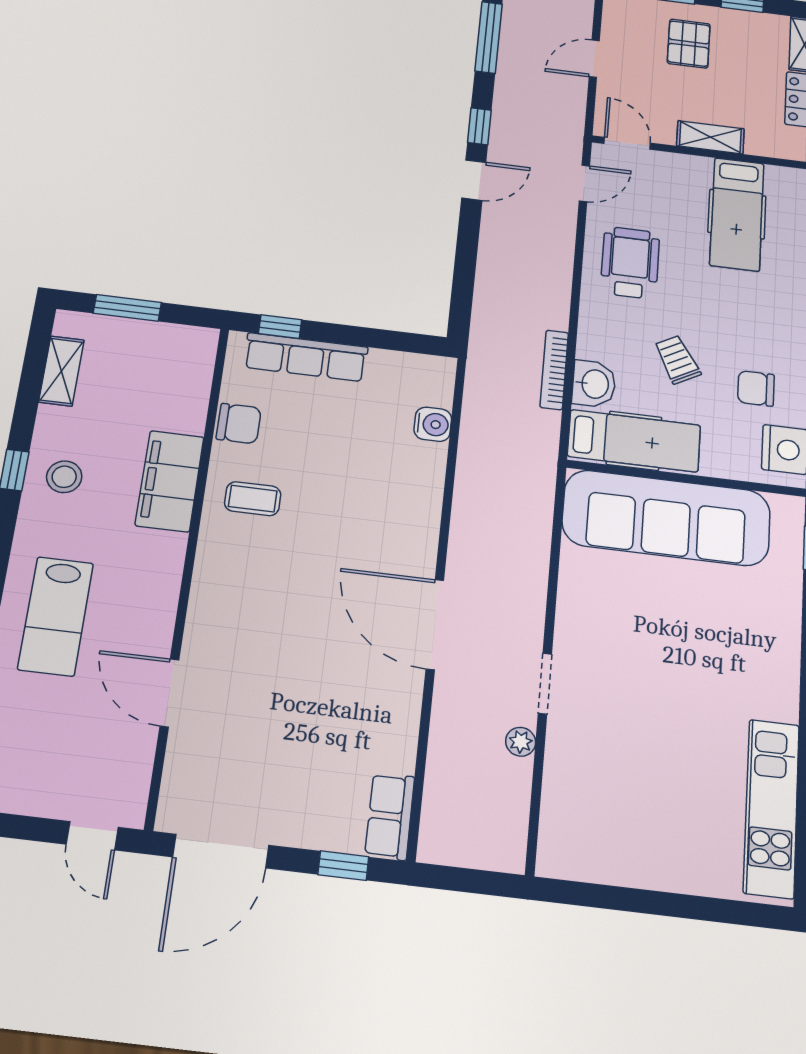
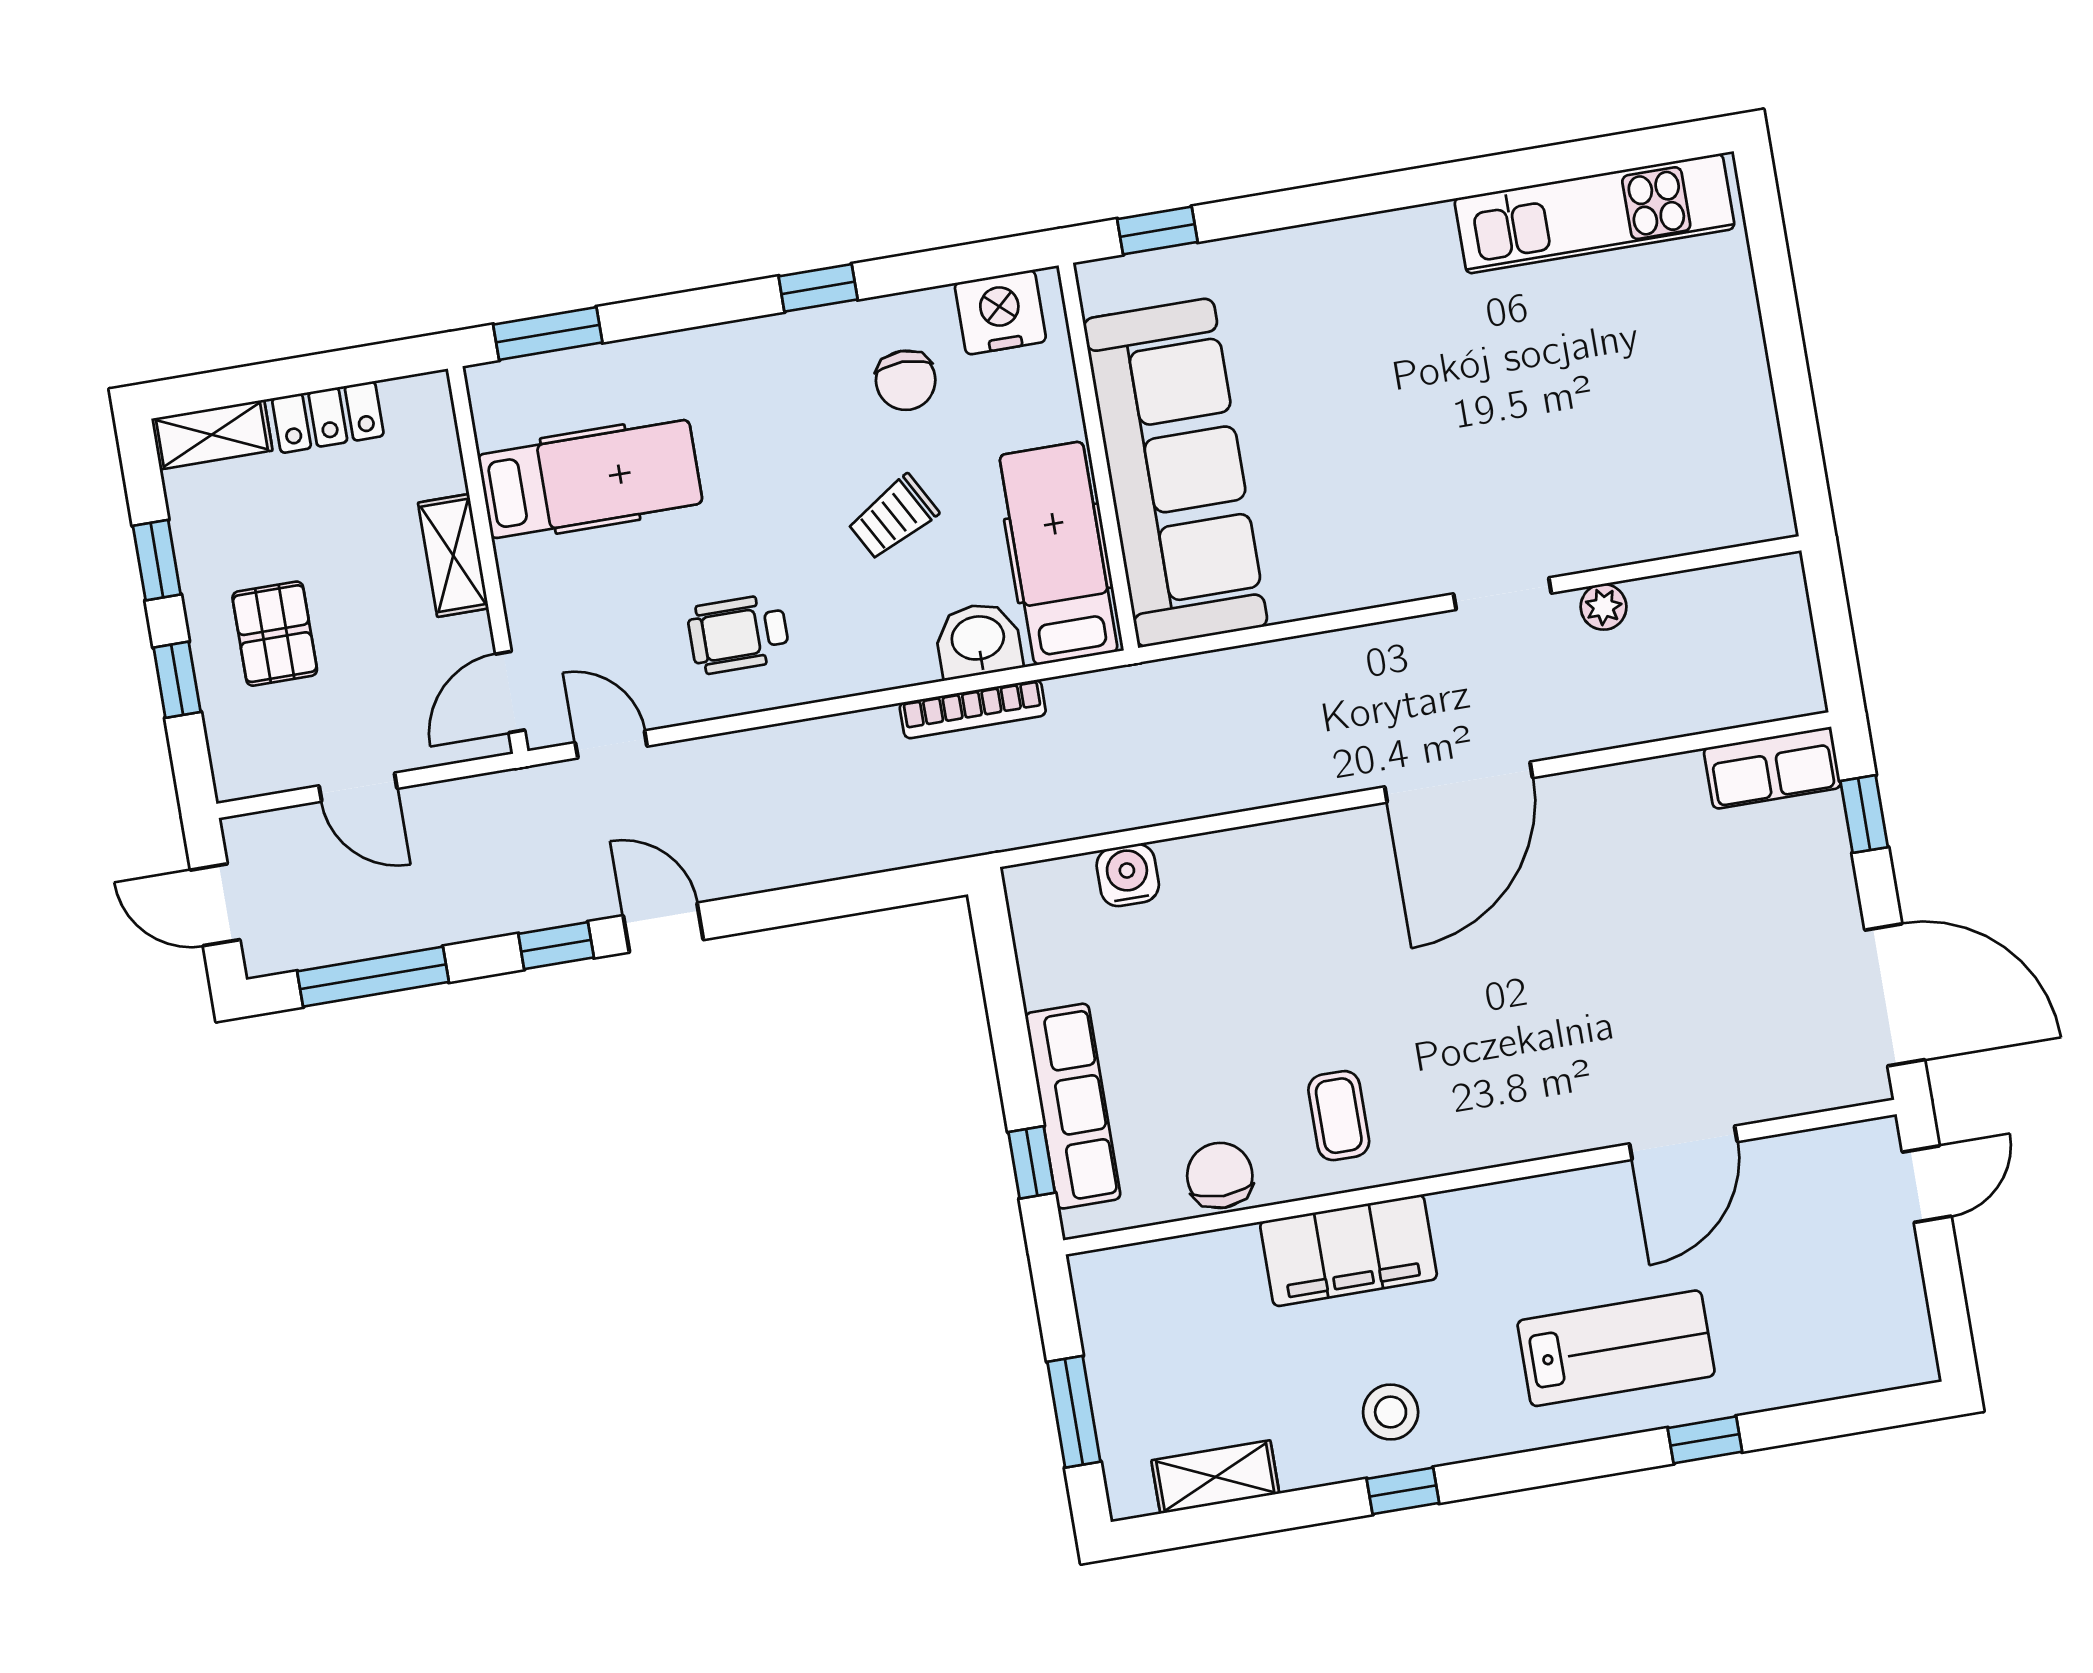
pallet: (689, 44) -> (275, 634), turned 90
wheelchair: (630, 263) -> (738, 634), width x0.73, depth x0.73

